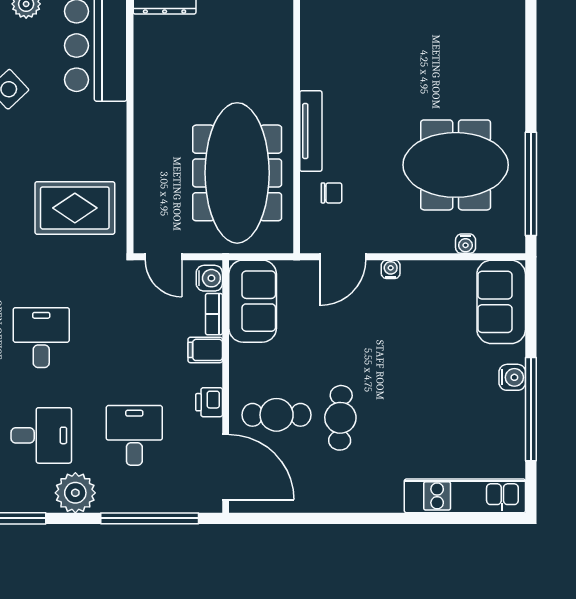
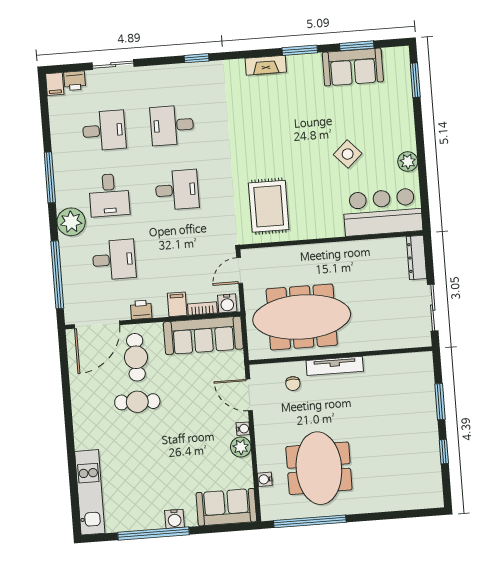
plant: (417, 275) -> (241, 447), added
sofa: (253, 301) -> (203, 335), width x1.36

